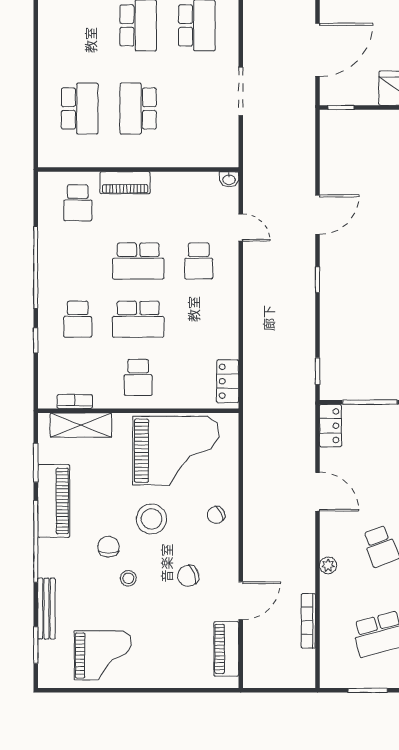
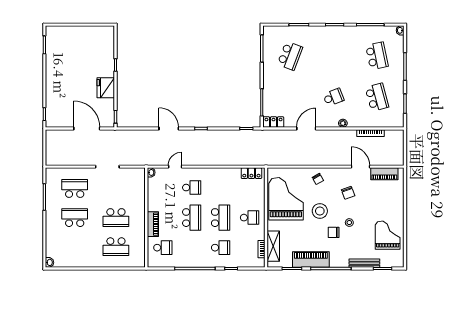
school desk: (80, 109) -> (116, 247), turned 180

